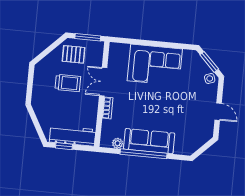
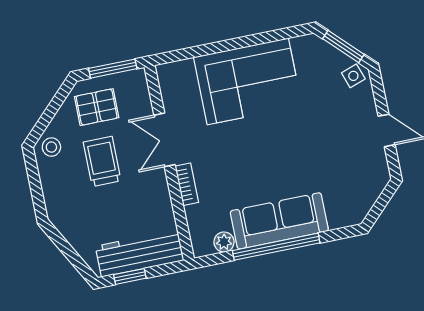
stool: (44, 68) -> (51, 147), added
trolley: (68, 83) -> (102, 161), turned -90

